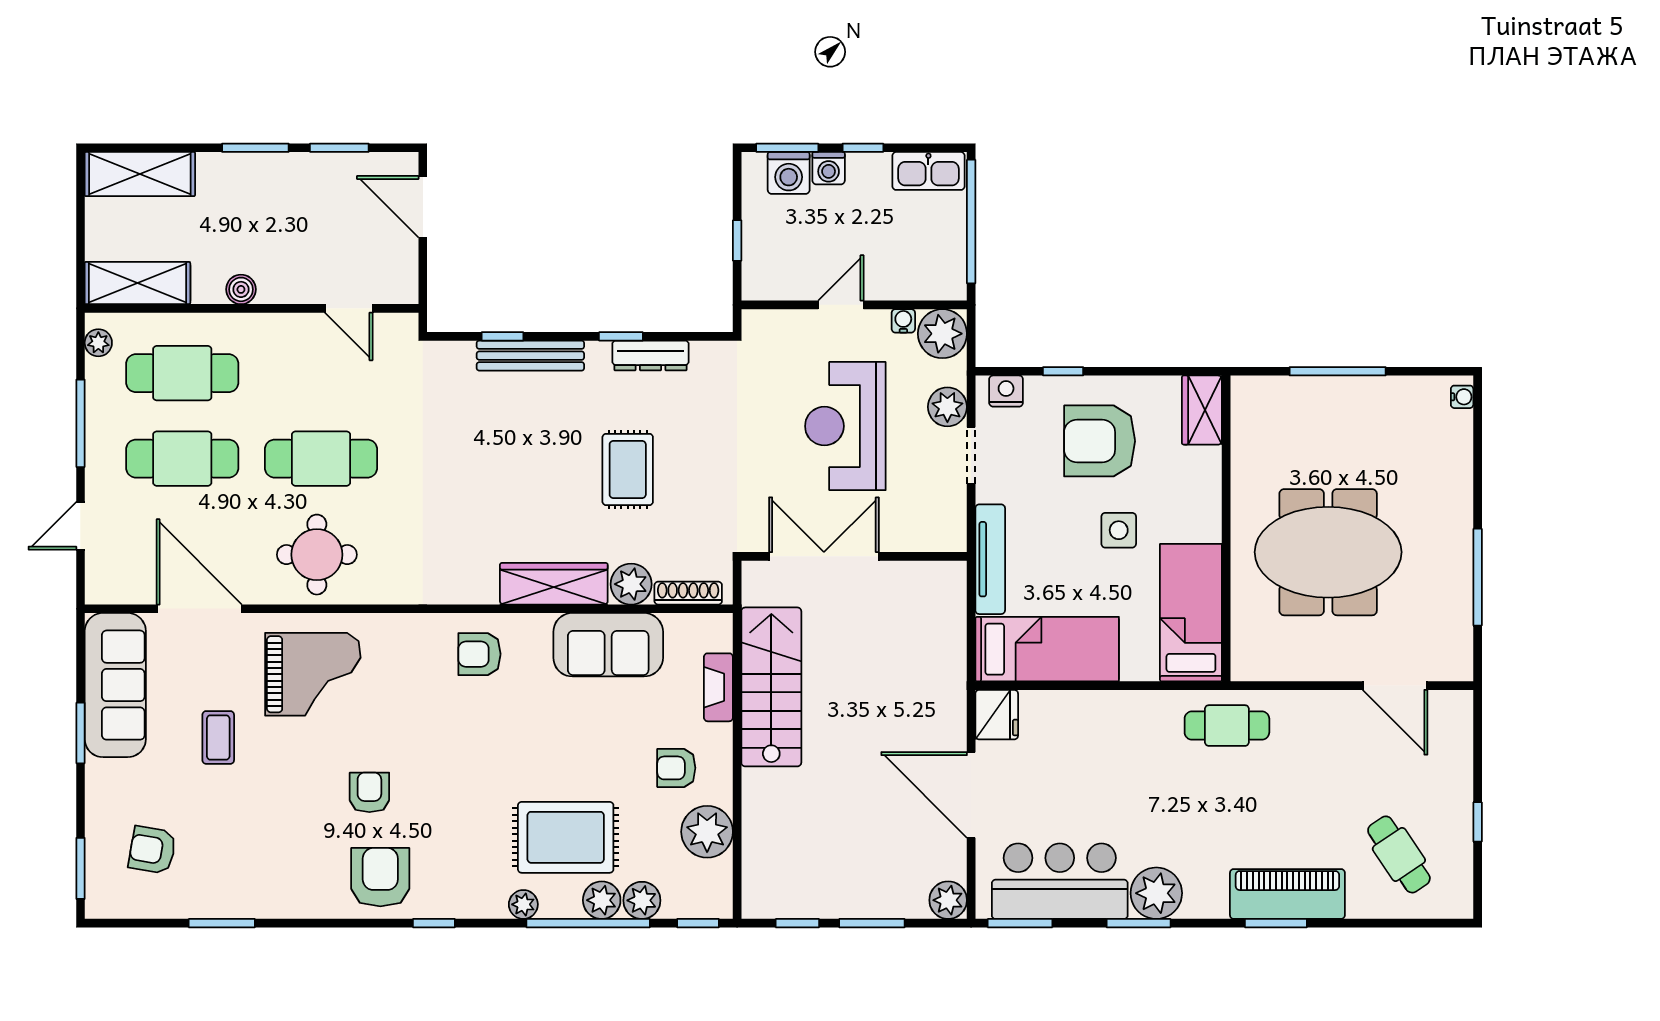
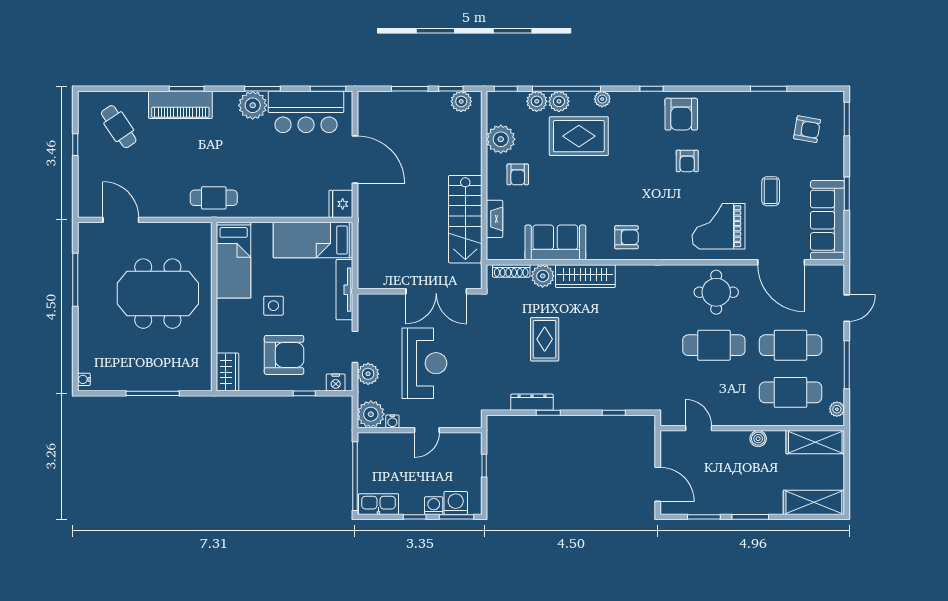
bench: (530, 356) -> (598, 402), removed
armchair: (676, 768) -> (518, 174), turned 90
plant: (948, 900) -> (461, 101), moved

